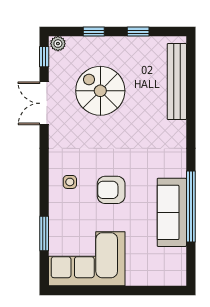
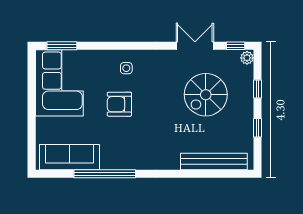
spiral stairs: (100, 91) -> (206, 95), turned 180
armchair: (111, 190) -> (119, 104), turned -90
sofa: (172, 212) -> (70, 157), moved
window: (44, 233) -> (62, 46), moved

